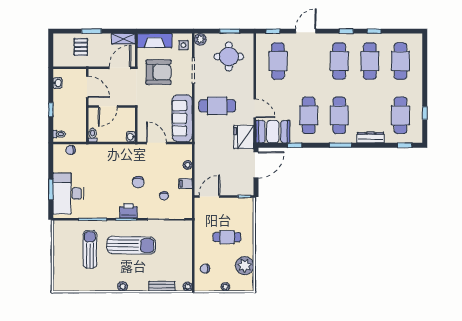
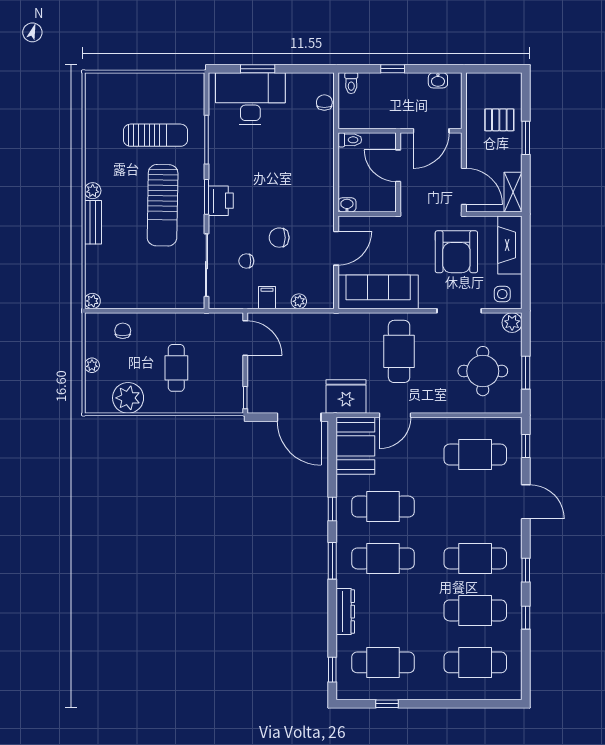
window: (295, 145) -> (332, 509), moved
chair: (138, 182) -> (279, 238), moved
bench: (162, 286) -> (93, 222), moved

